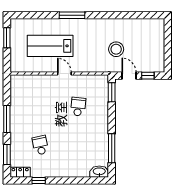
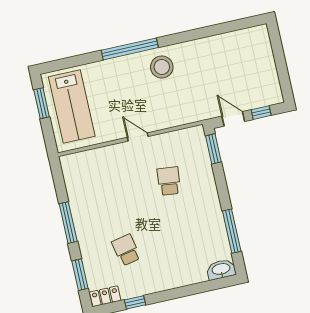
window: (72, 15) -> (130, 49), width x1.46
lab bench: (50, 46) -> (72, 107), moved, turned -90
stool: (116, 49) -> (162, 67), moved

